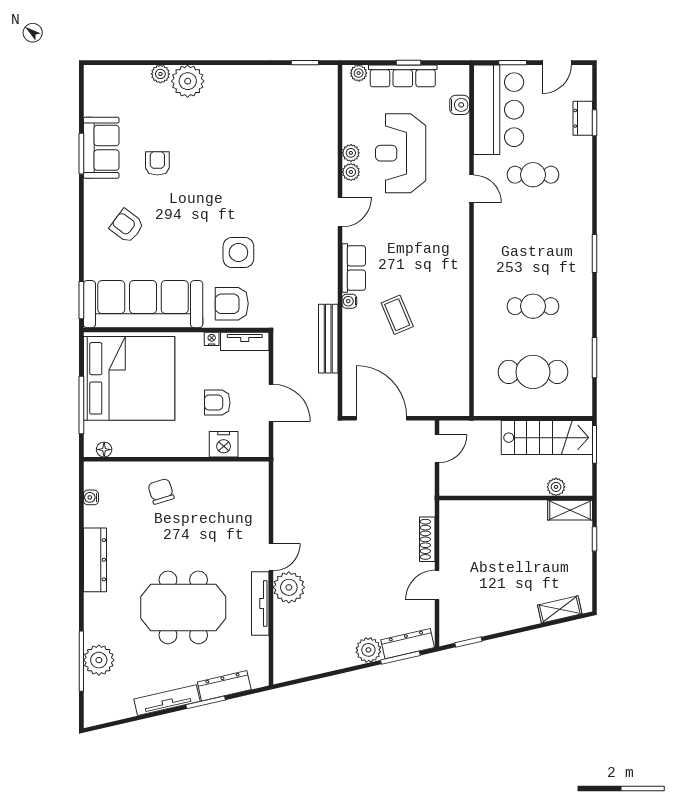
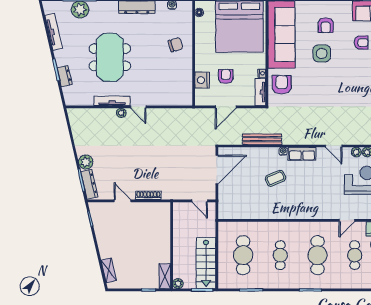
armchair: (127, 226) -> (326, 25), turned 143
cafe table: (533, 240) -> (317, 255), added
side table: (238, 252) -> (322, 53), moved
plant: (556, 487) -> (178, 284), moved
plant: (289, 587) -> (121, 113), width x0.53, depth x0.53
dresser: (224, 686) -> (65, 76), width x0.70
tv unit: (167, 700) -> (54, 32), moved

